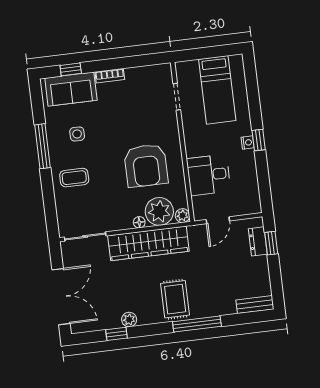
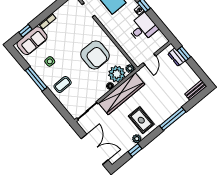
desk: (209, 175) -> (143, 28), moved, turned 180
rug: (175, 299) -> (141, 120), moved

